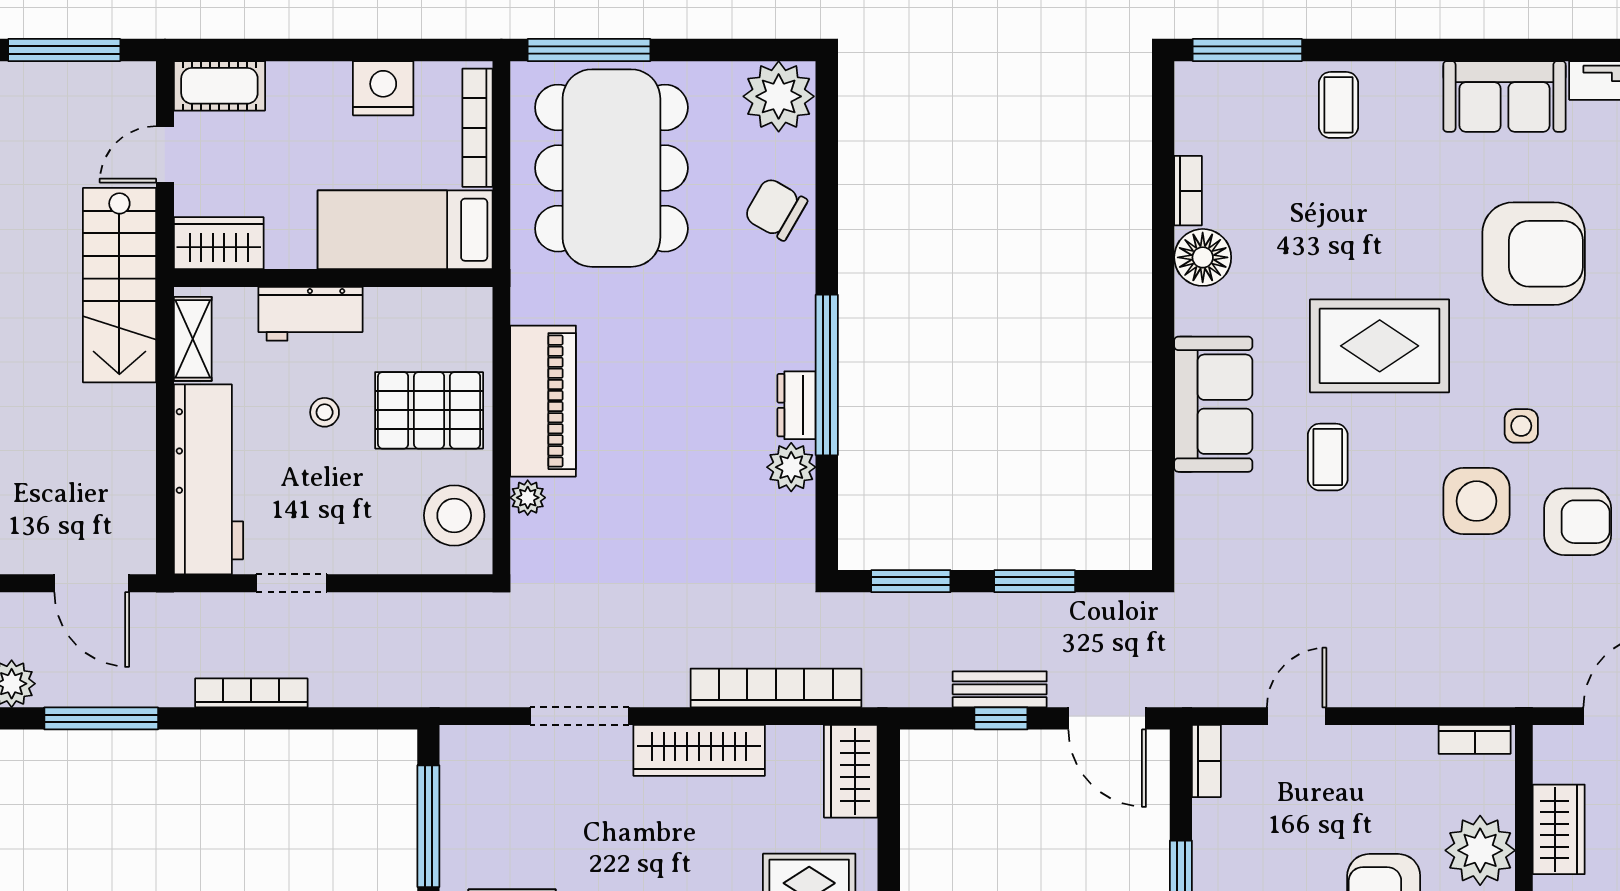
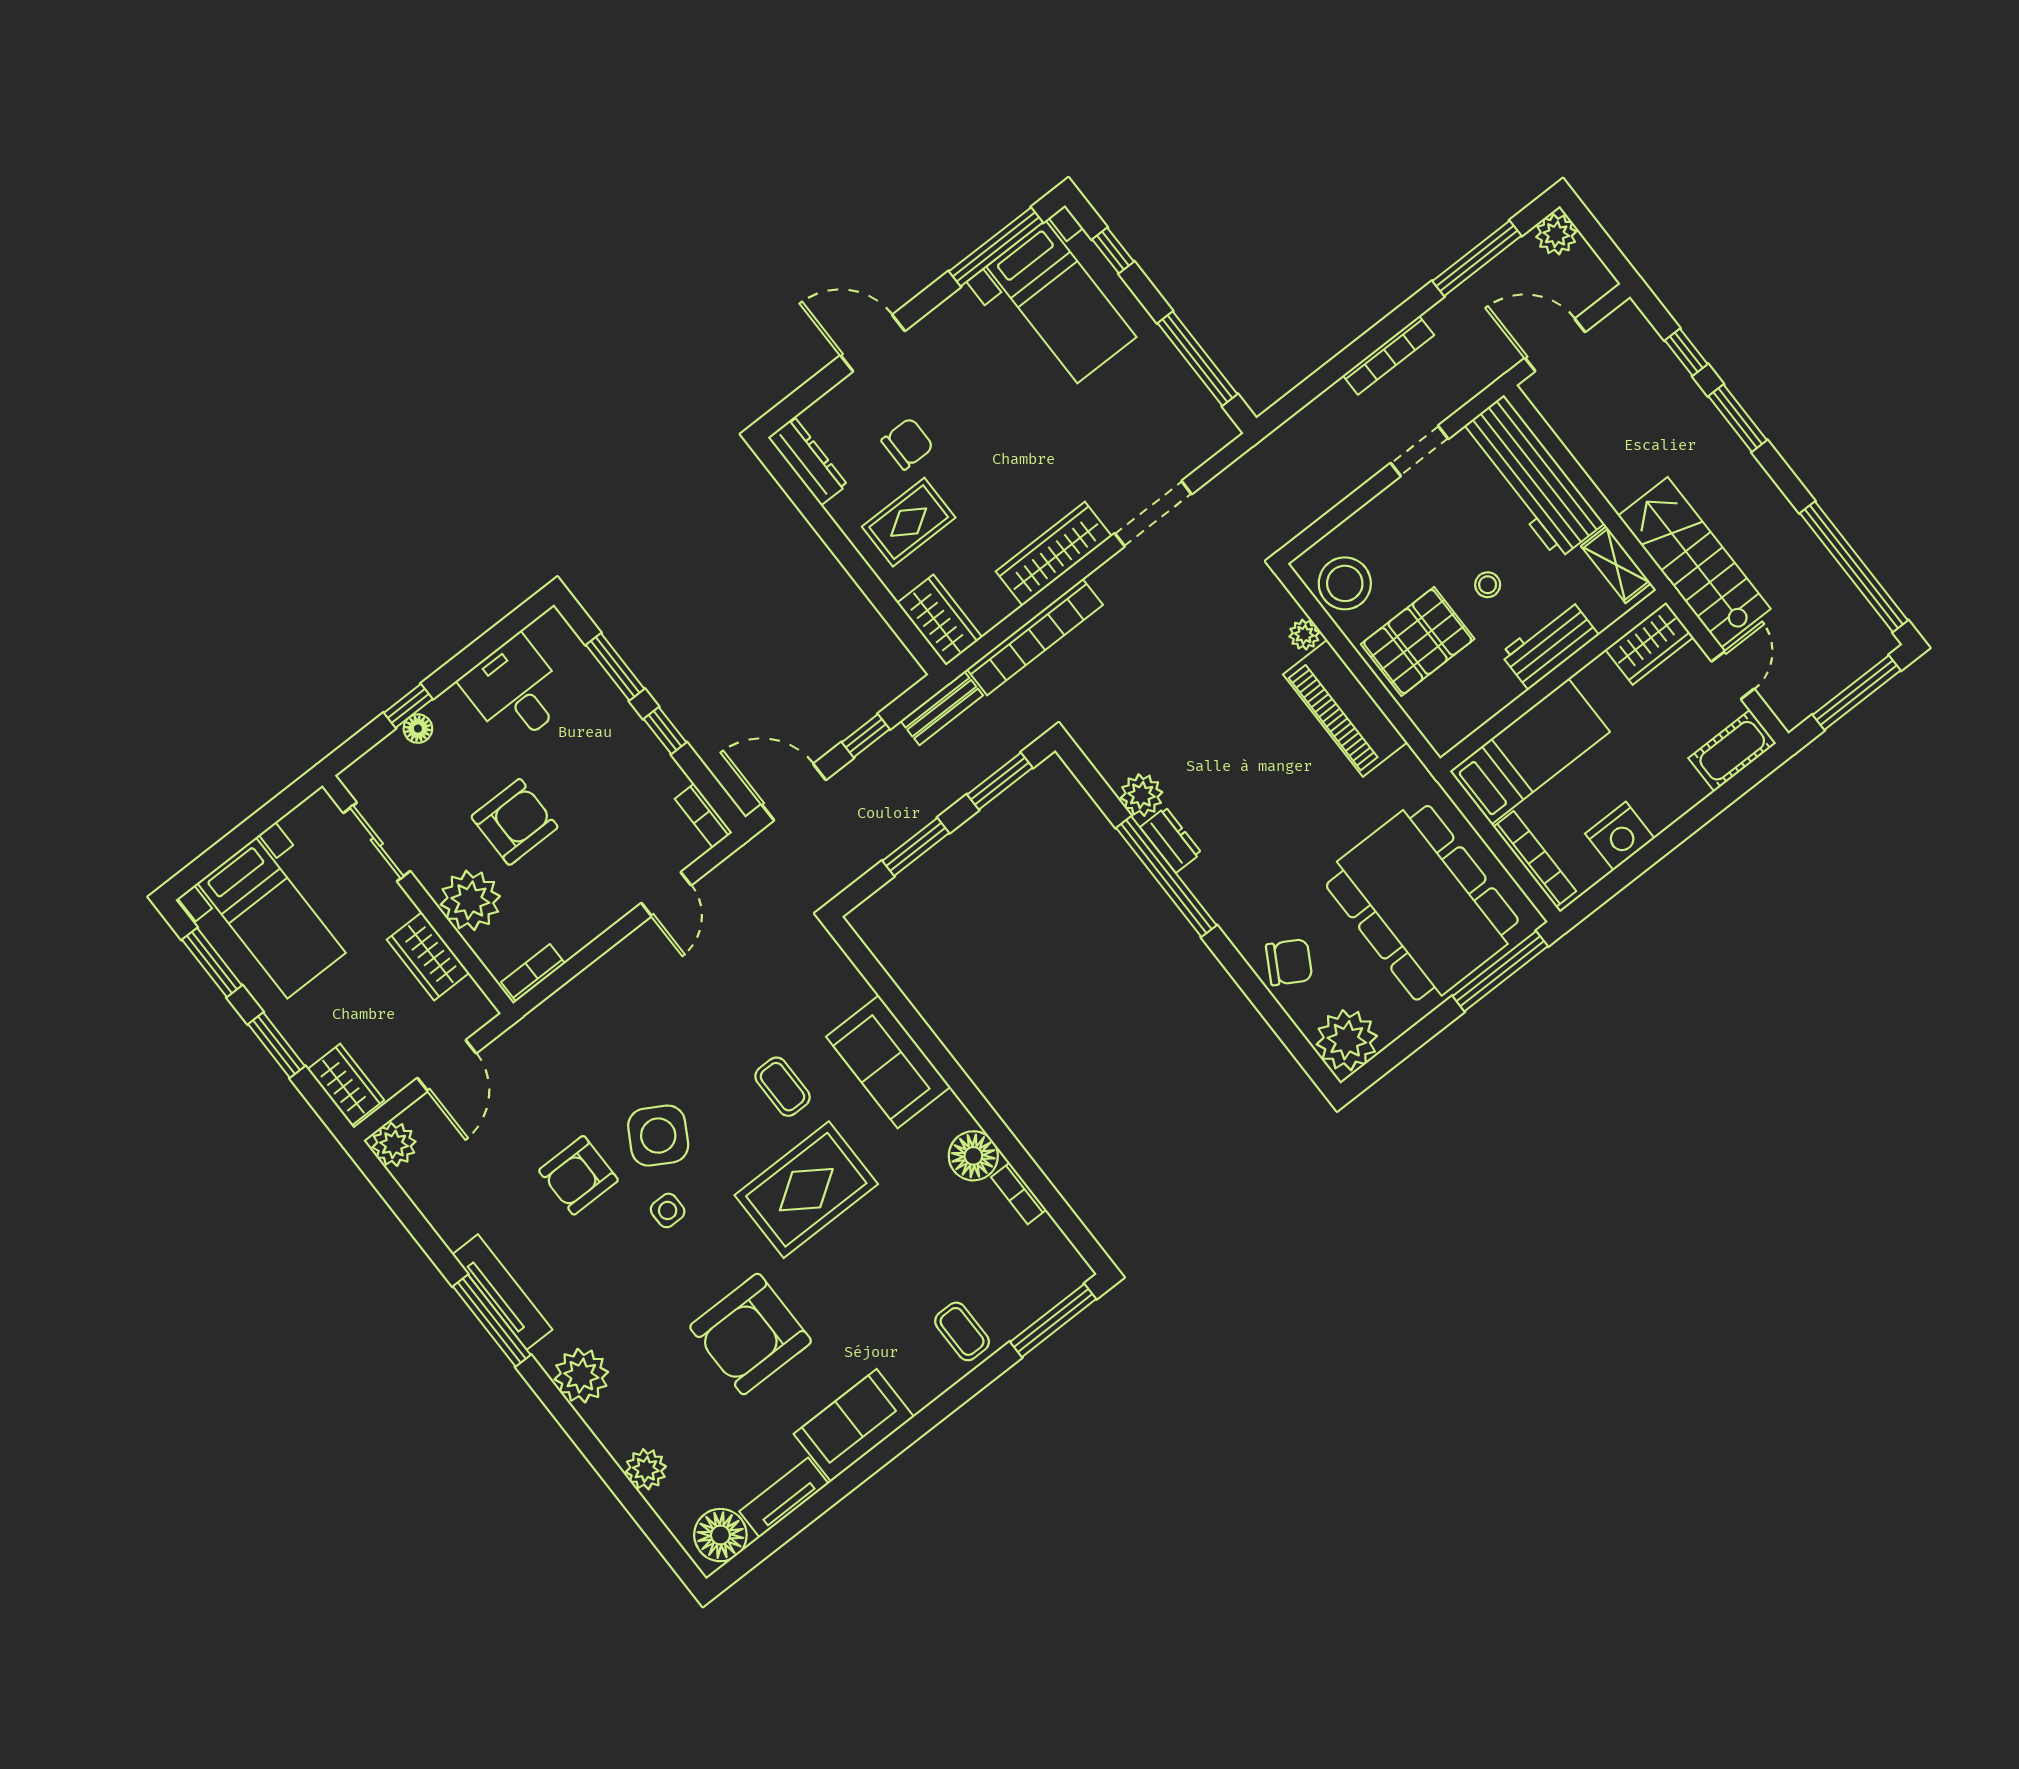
side table: (1476, 501) -> (658, 1136), turned 30
bench: (1000, 689) -> (942, 708), moved

